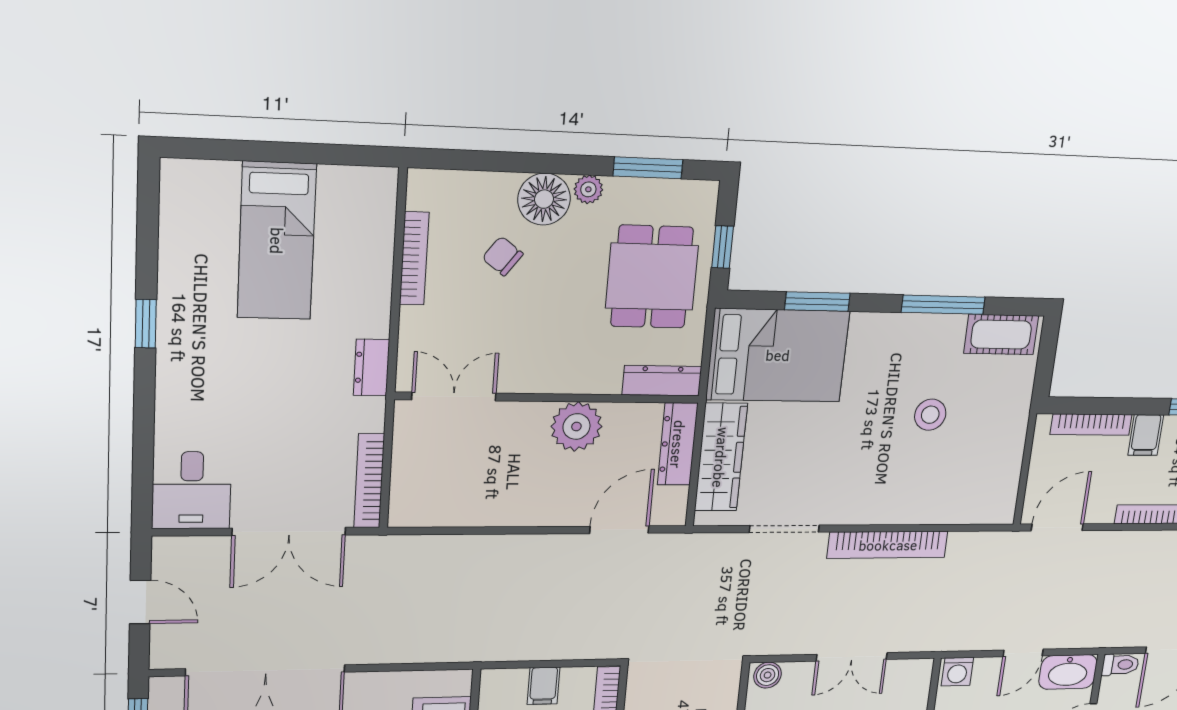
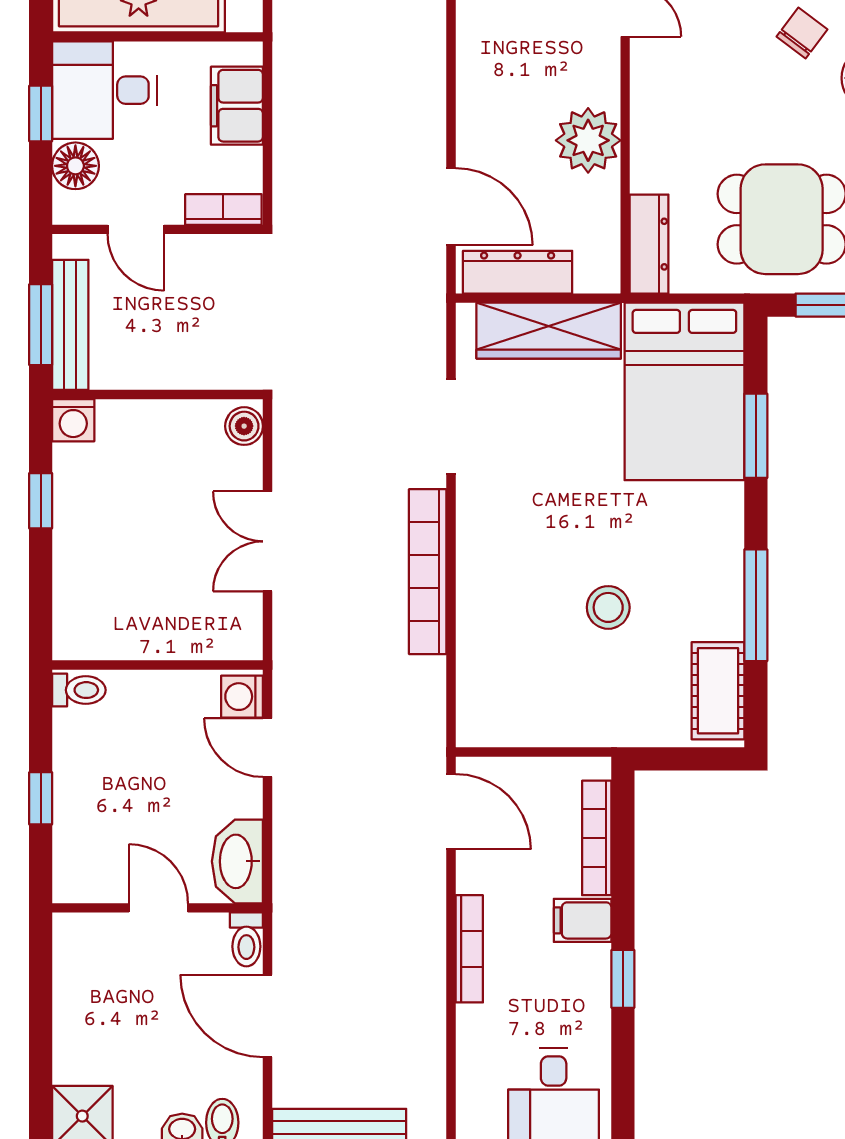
dresser: (678, 444) -> (518, 272), moved
door: (1023, 653) -> (268, 748), moved
filing cabinet: (544, 686) -> (237, 106), width x2.00

